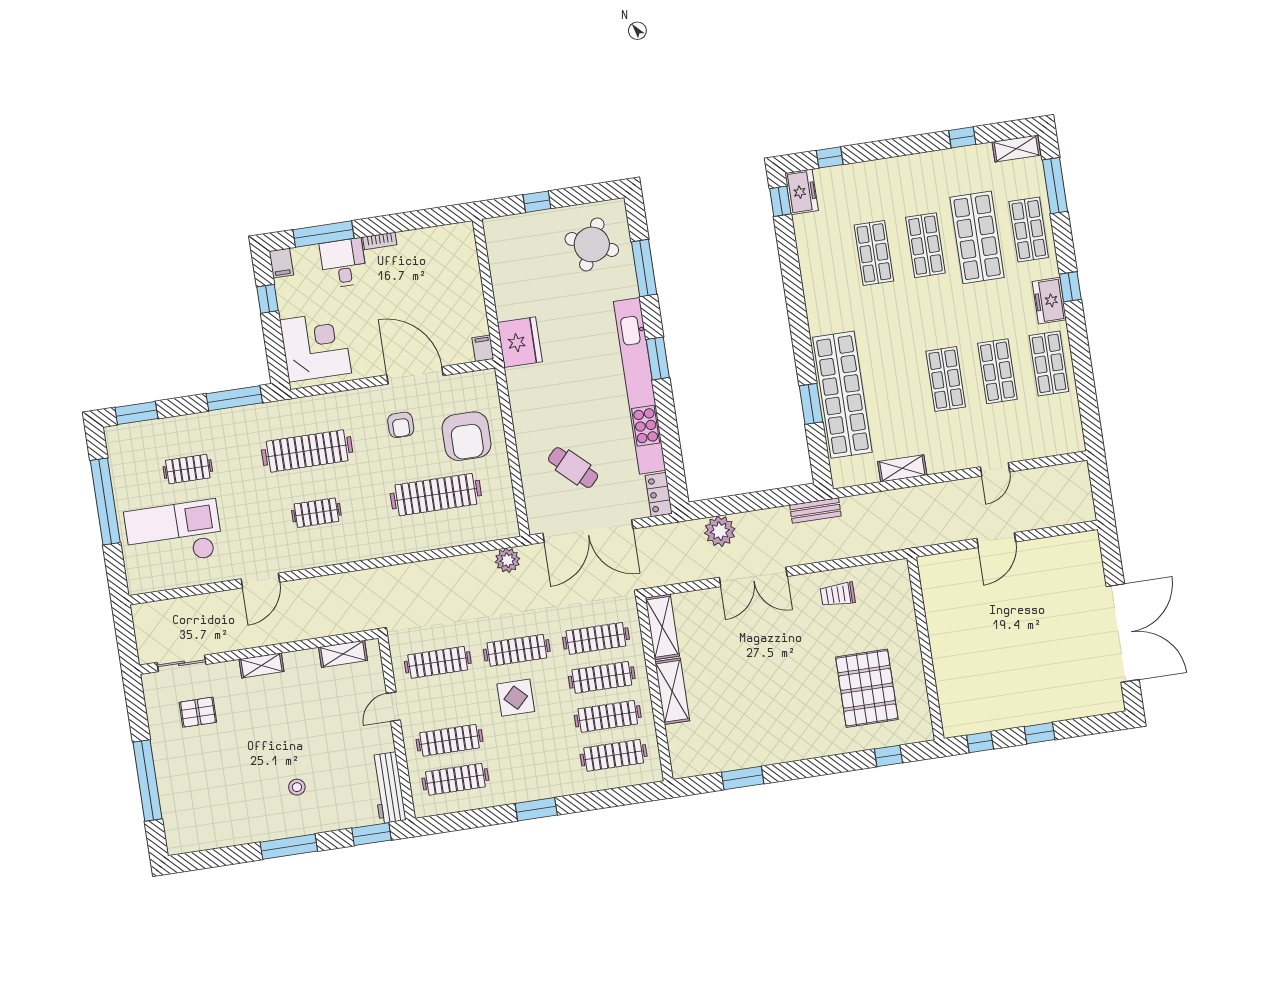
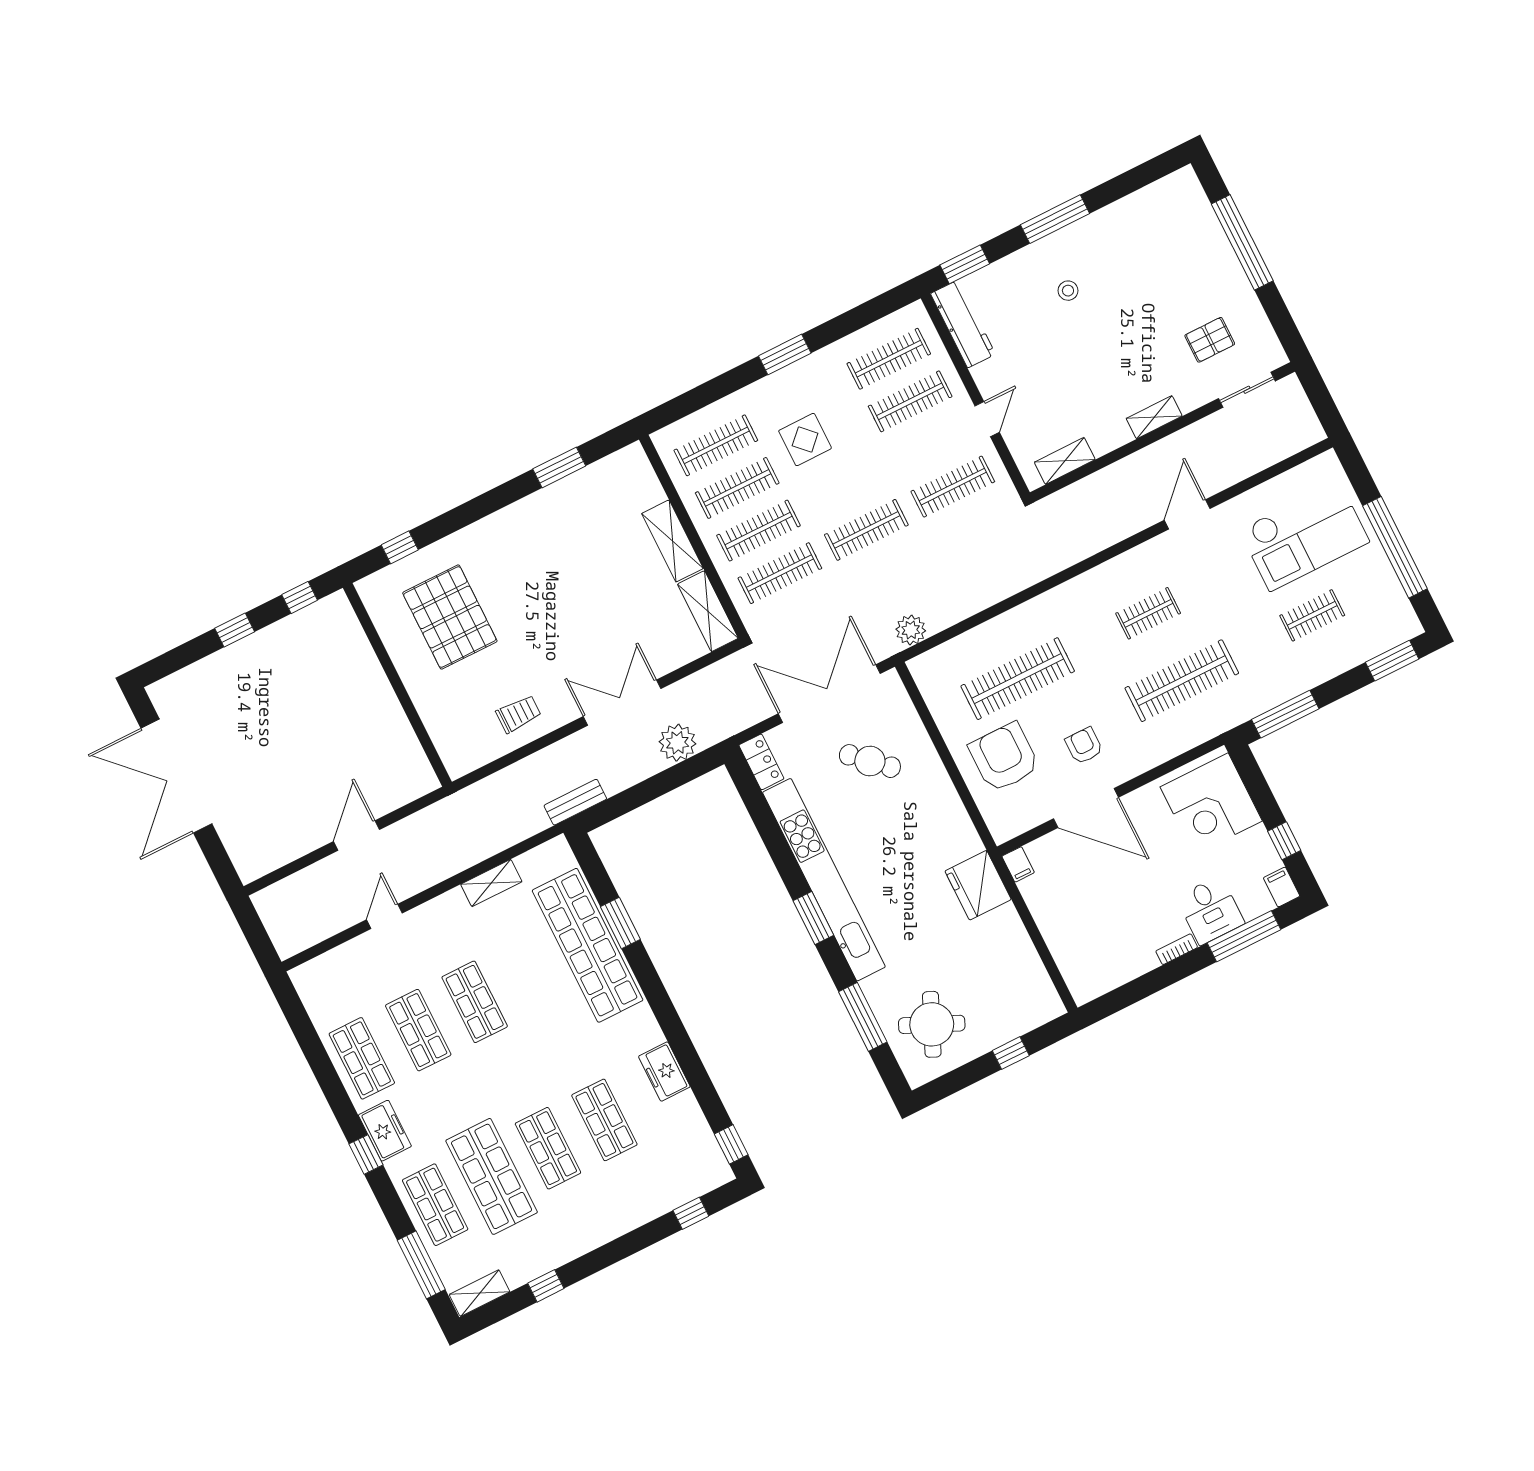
freezer: (802, 192) -> (664, 1072), moved
display table: (516, 698) -> (805, 440), moved

